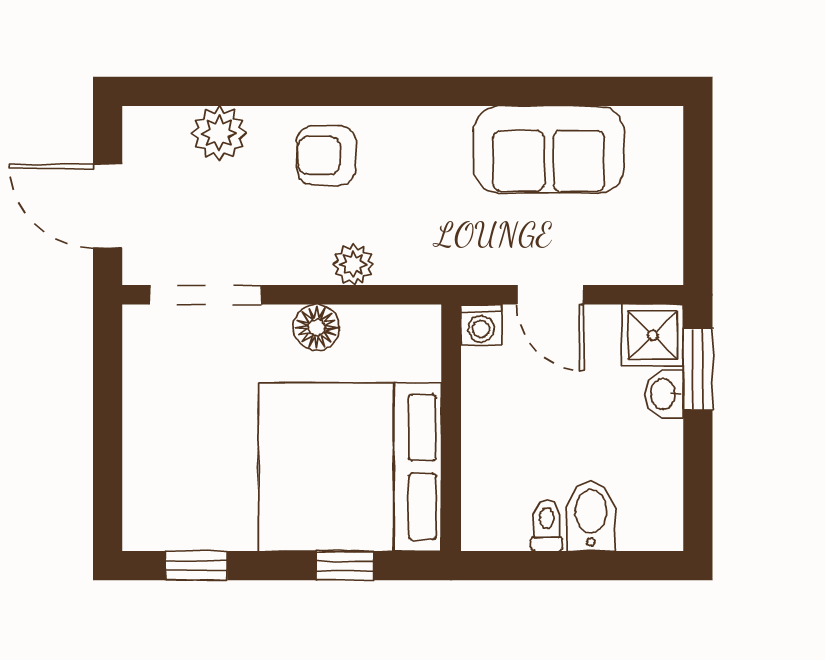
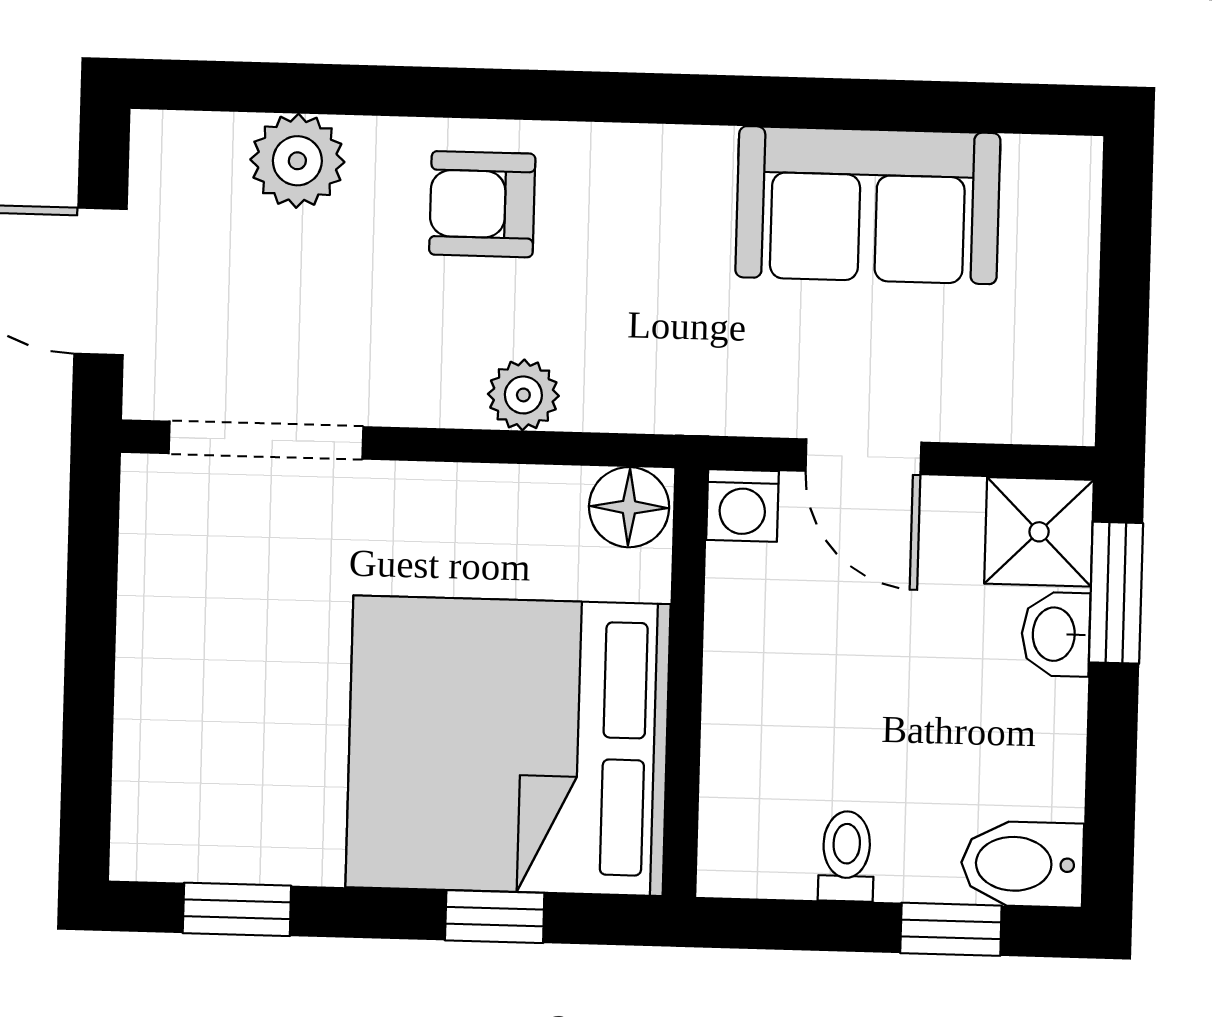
floor lamp: (317, 328) -> (629, 507), moved
bidet: (591, 516) -> (1022, 864), moved, turned -90
window: (608, 566) -> (951, 929), added

